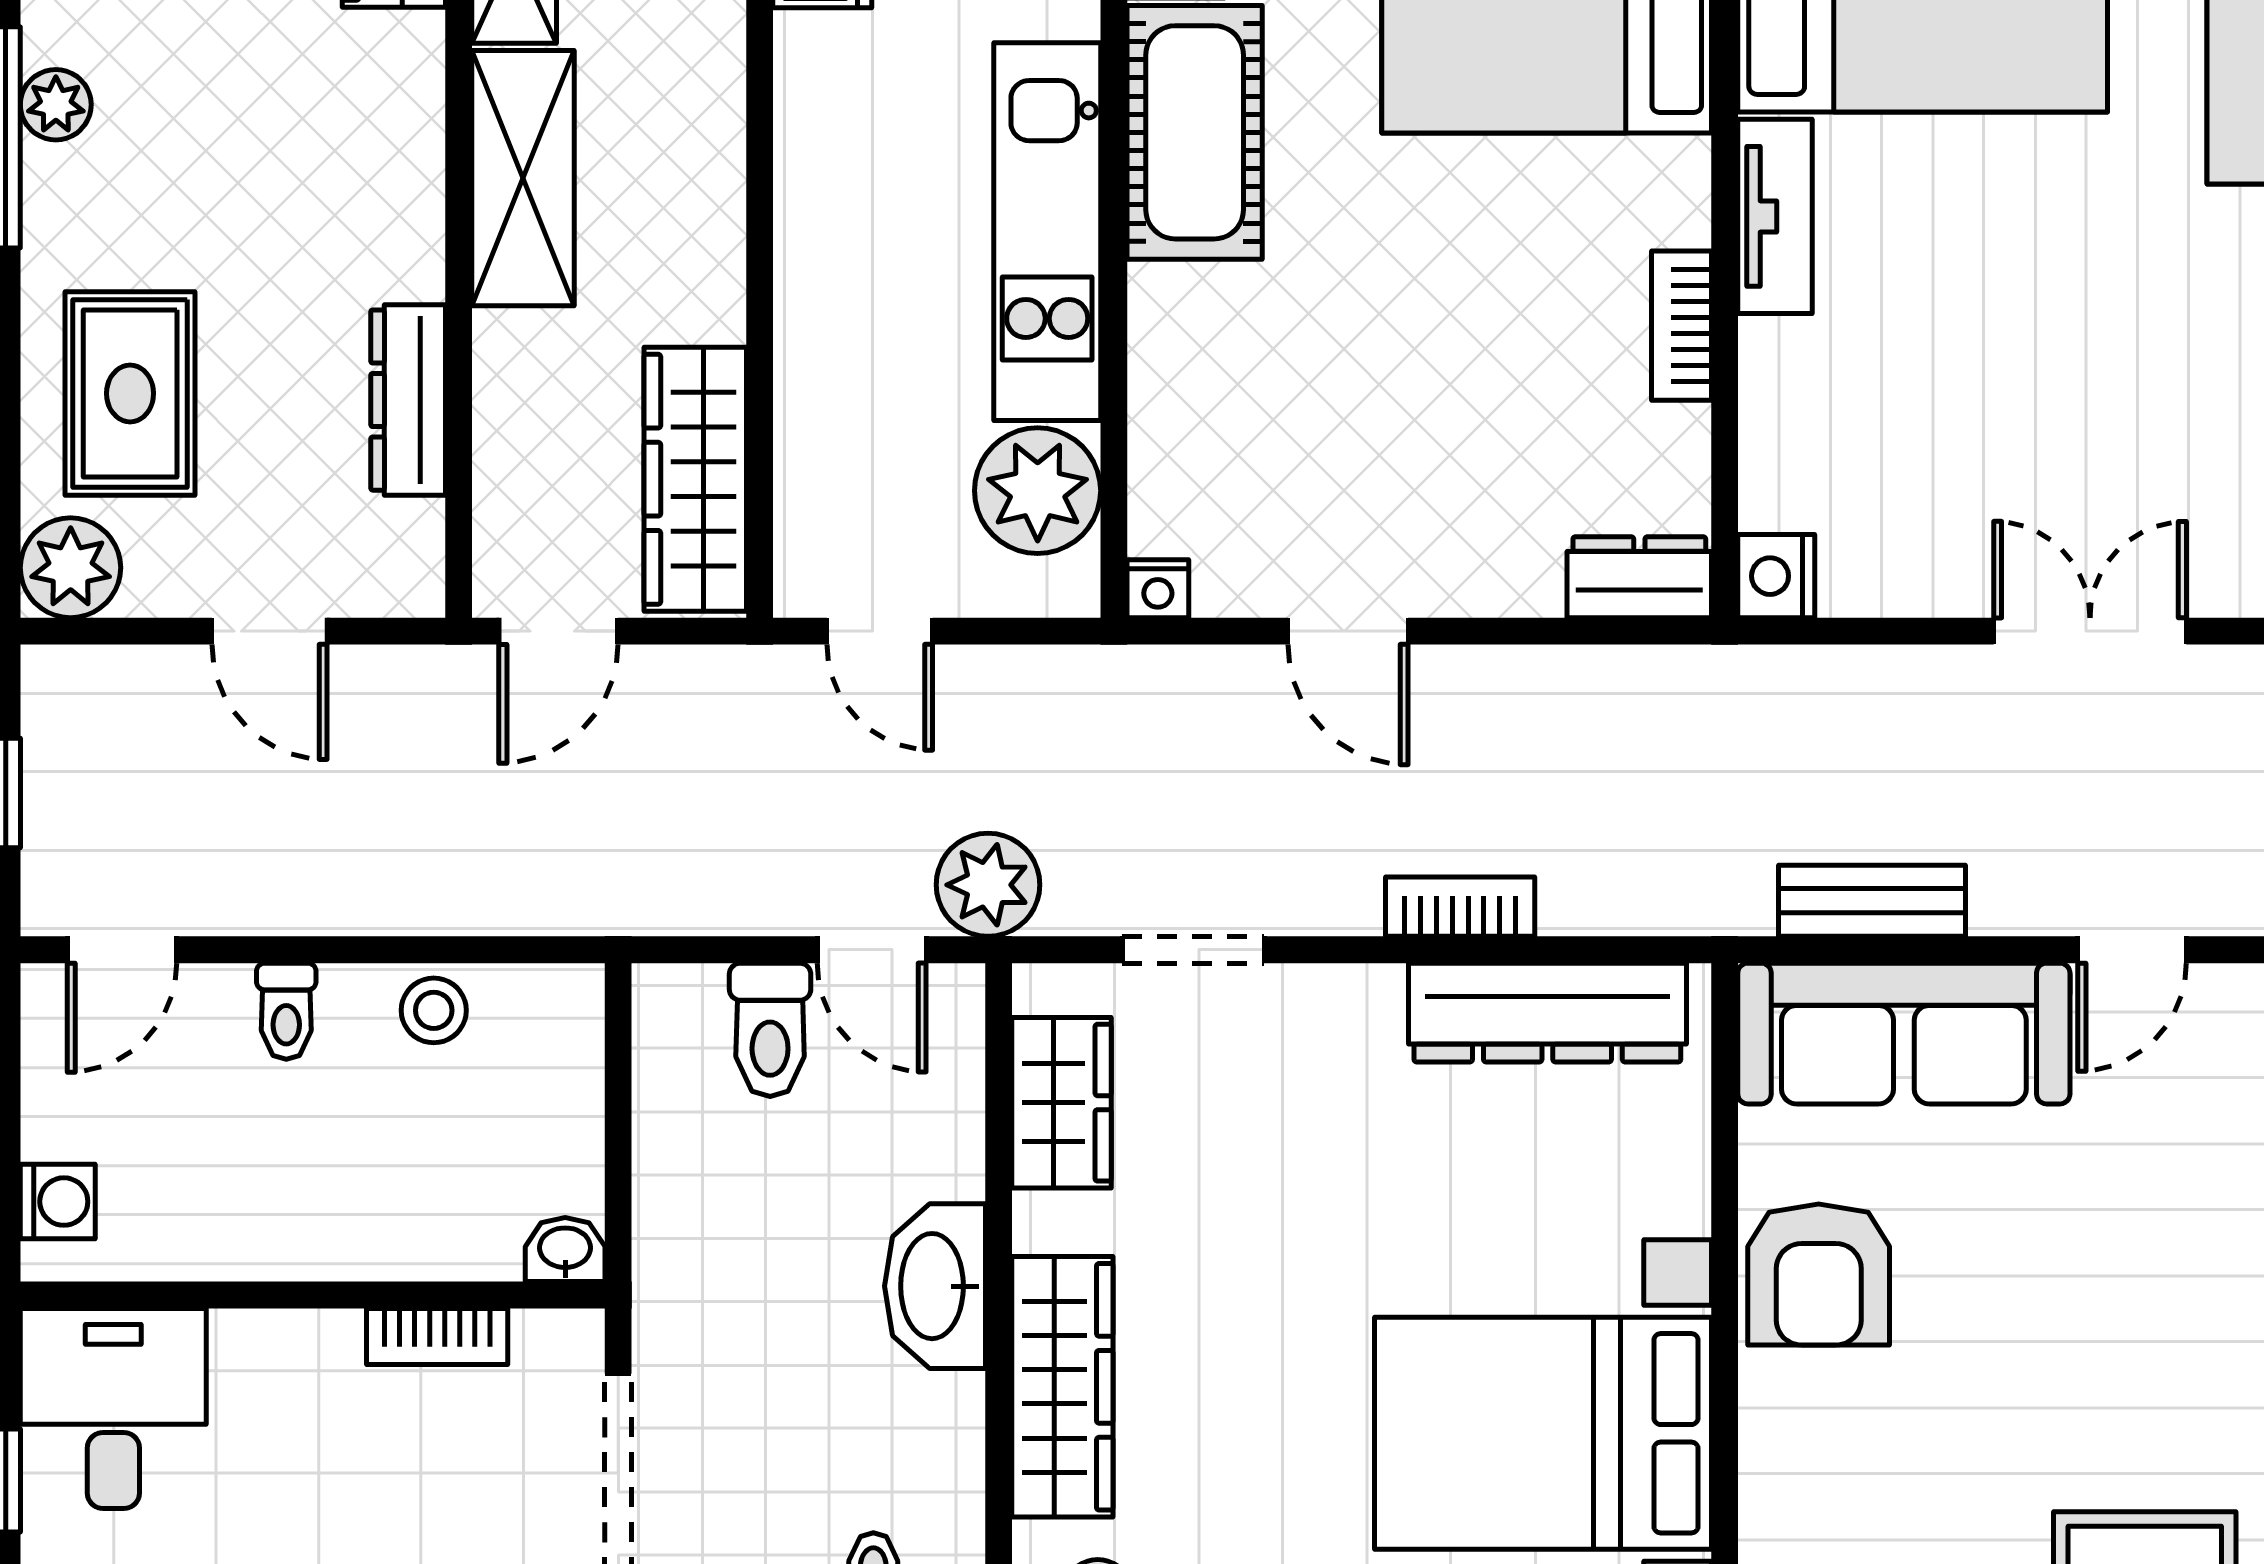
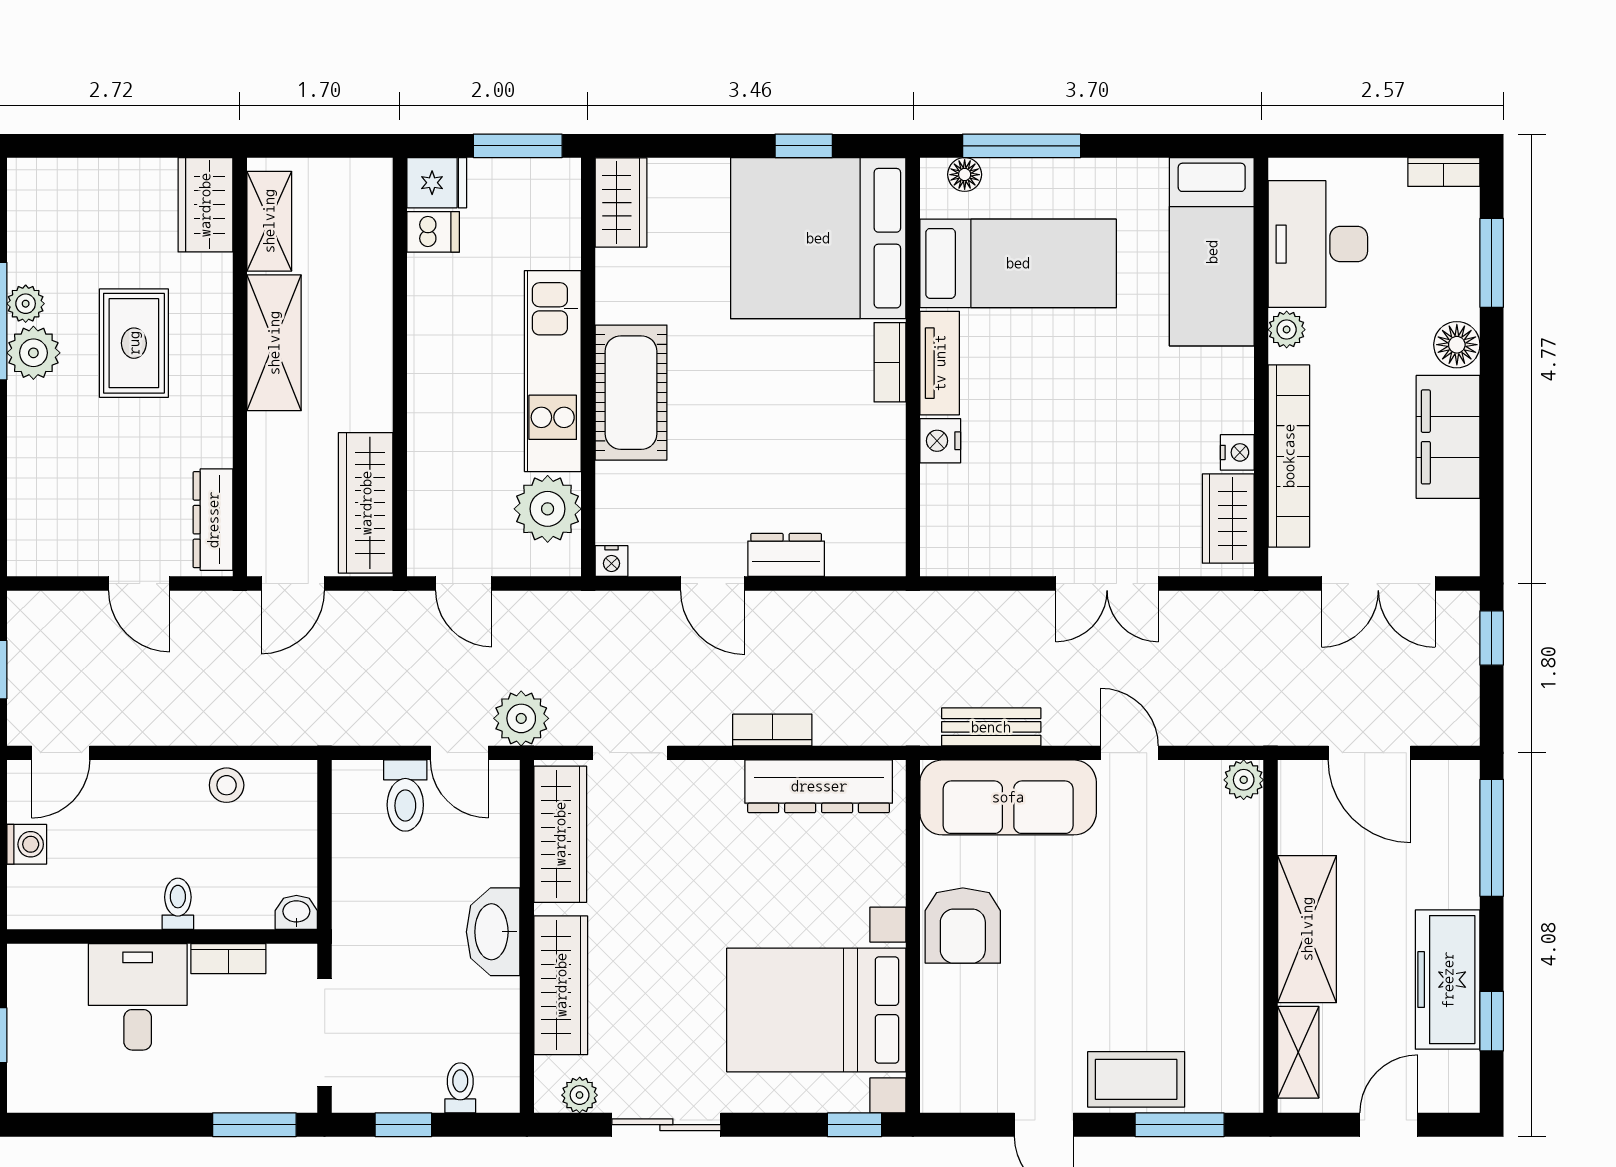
cot: (1195, 132) -> (631, 393), moved
bookcase: (1681, 326) -> (890, 362), moved
rug: (130, 393) -> (134, 343), moved
dresser: (408, 400) -> (213, 520), moved
plant: (71, 568) -> (33, 353), moved
nightstand: (1776, 576) -> (940, 441), moved
dresser: (1639, 577) -> (786, 555), moved
double door: (2090, 631) -> (1107, 584), swing flipped
door: (2132, 950) -> (1129, 753), swing flipped
toilet: (286, 1011) -> (178, 904), moved, turned 180
wardrobe: (1062, 1103) -> (560, 834), width x1.50
washing machine: (58, 1202) -> (27, 844), moved
desk: (113, 1408) -> (138, 997), moved

